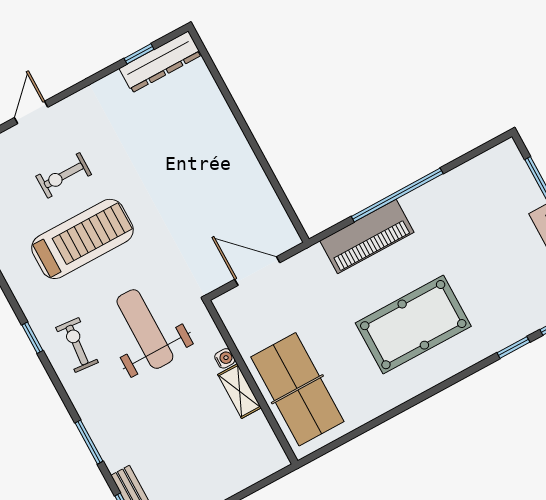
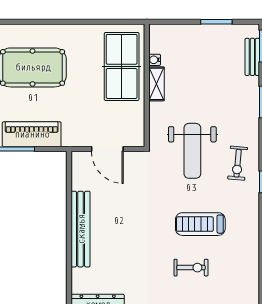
bench: (236, 147) -> (81, 229), added
treadmill: (82, 239) -> (200, 224), width x0.73, depth x0.73
water cooler: (225, 358) -> (155, 60), moved

